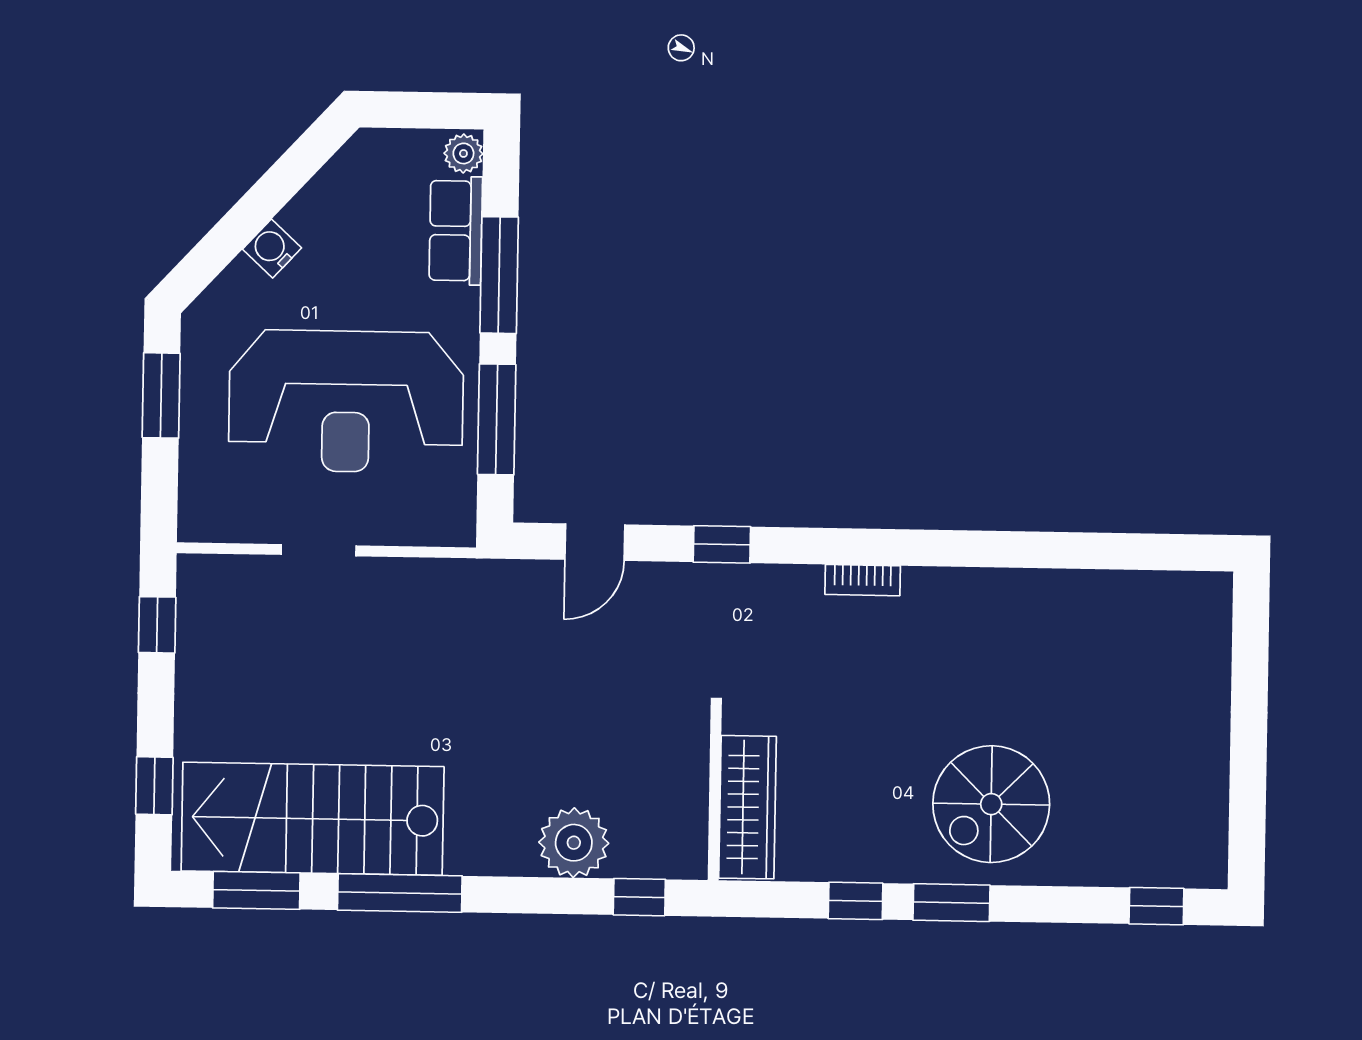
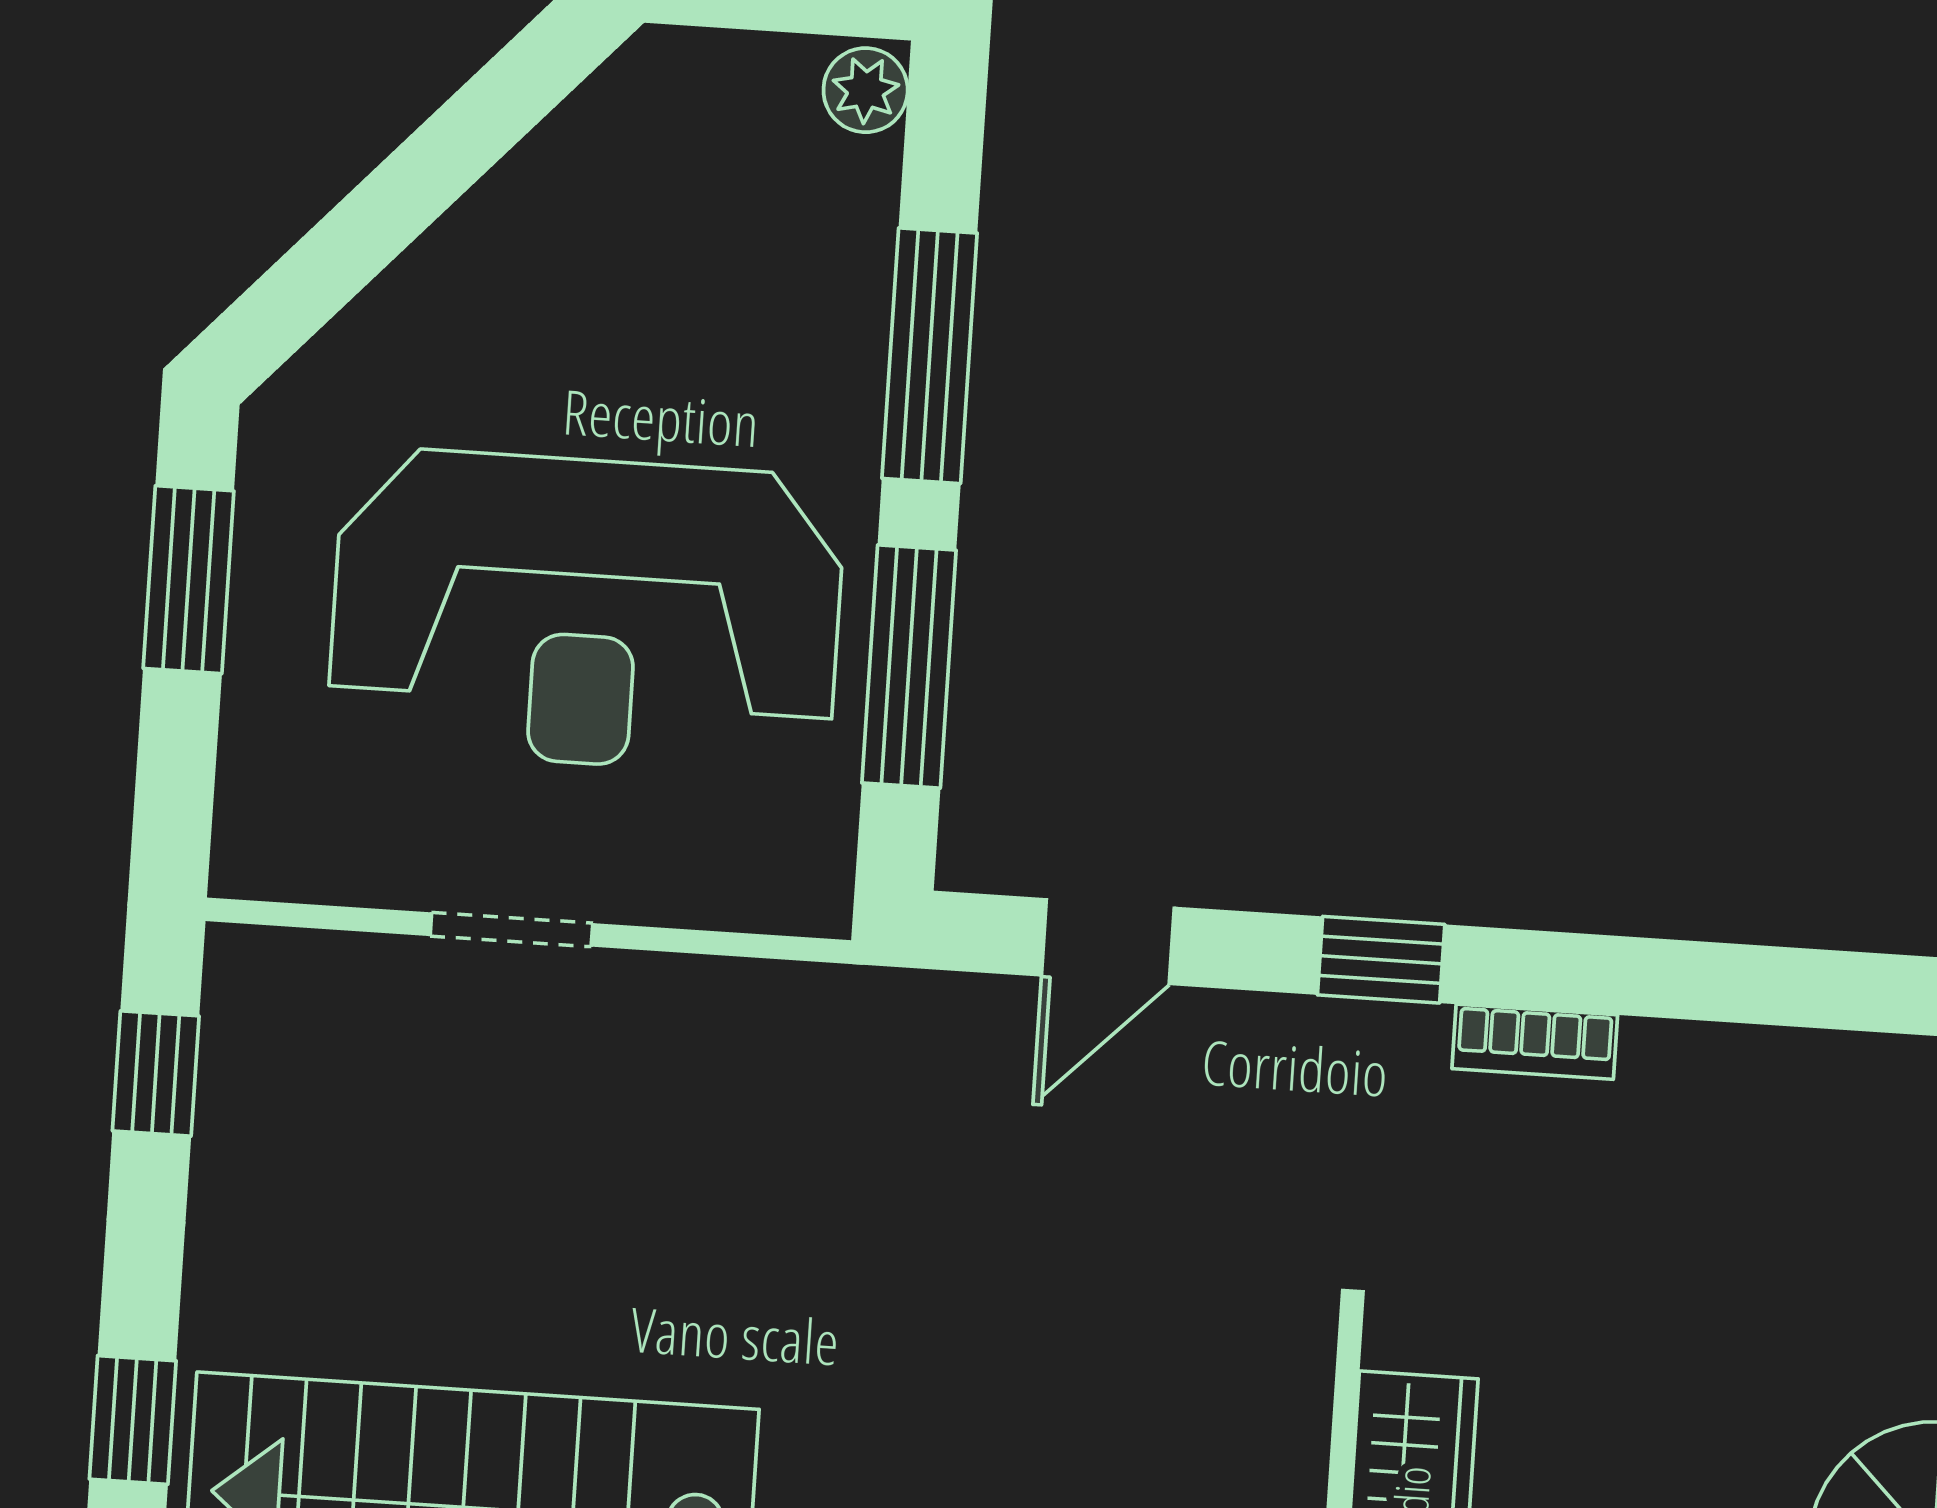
row of seats: (456, 231) -> (841, 256), removed
water cooler: (272, 249) -> (443, 275), removed
bookcase: (863, 580) -> (1535, 1042), moved

